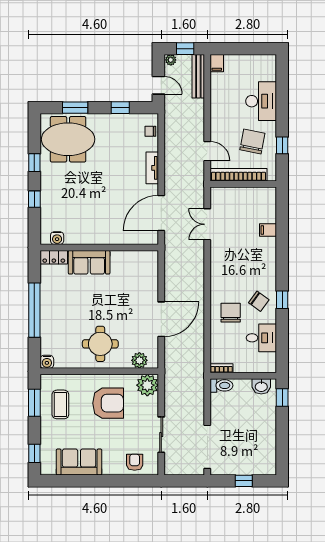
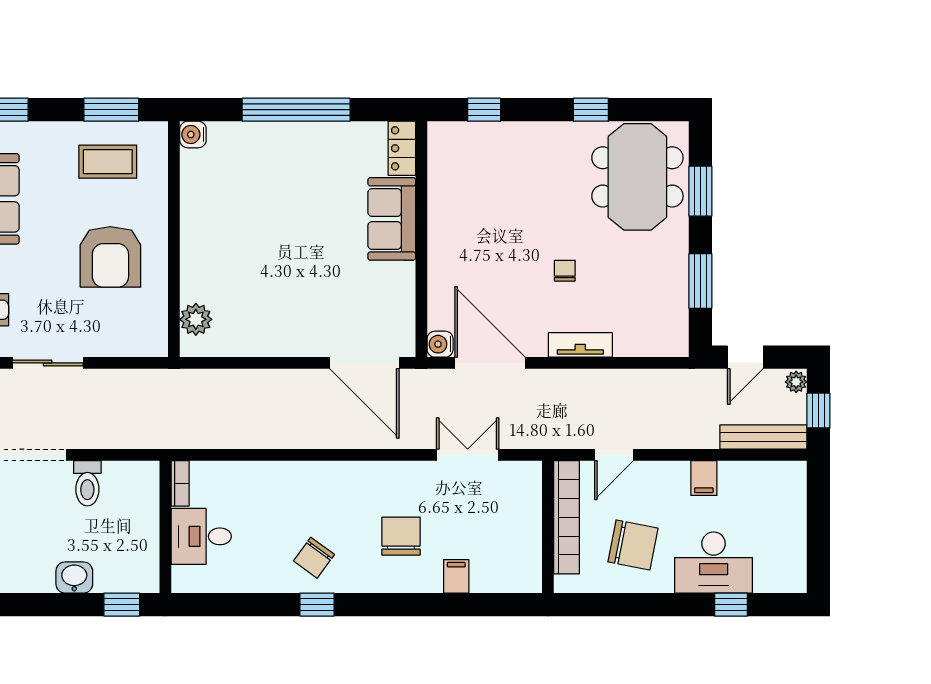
filing cabinet: (217, 63) -> (704, 478), moved, turned -90
window: (120, 108) -> (700, 281), width x1.50
chair: (150, 131) -> (565, 271), moved
window: (282, 145) -> (731, 605), moved
window: (34, 199) -> (484, 110), moved
water cooler: (57, 238) -> (440, 344), moved
chair: (231, 313) -> (401, 536), moved, turned -90
door: (161, 319) -> (364, 363), moved
desk: (261, 338) -> (201, 536), moved, turned 90
round table: (100, 344) -> (229, 241), removed
plant: (147, 385) -> (146, 335), removed
toilet: (222, 385) -> (87, 483), moved
washbasin: (261, 386) -> (74, 578), moved, turned 90

